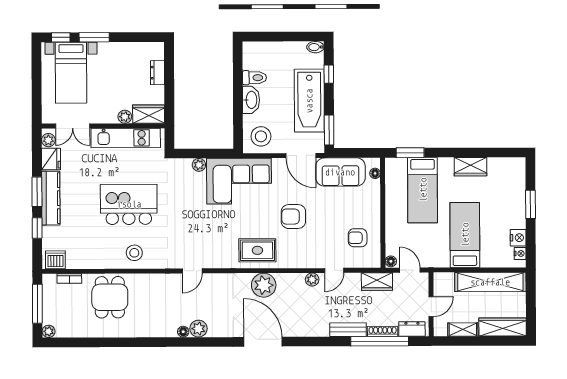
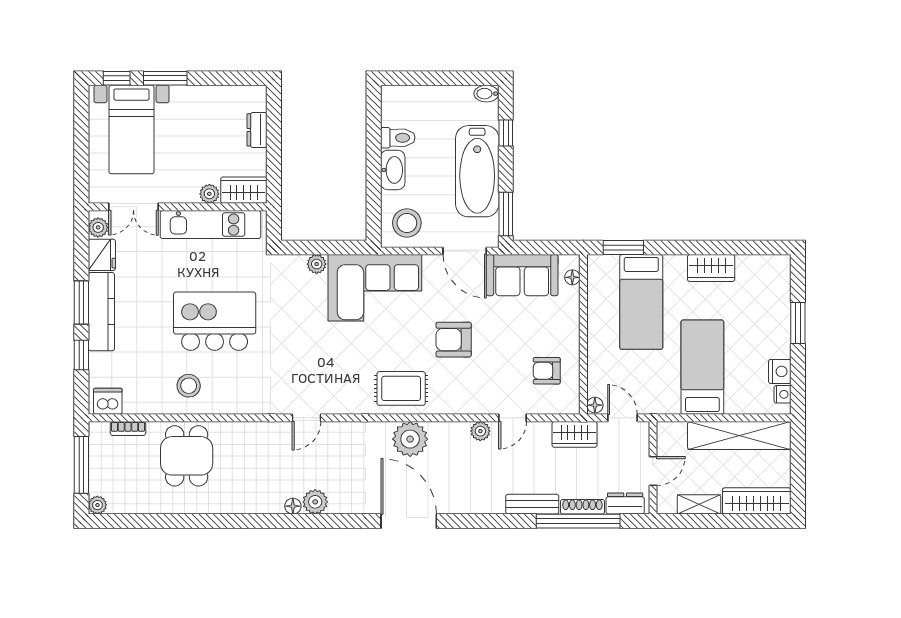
stool: (134, 253) -> (189, 386), moved

